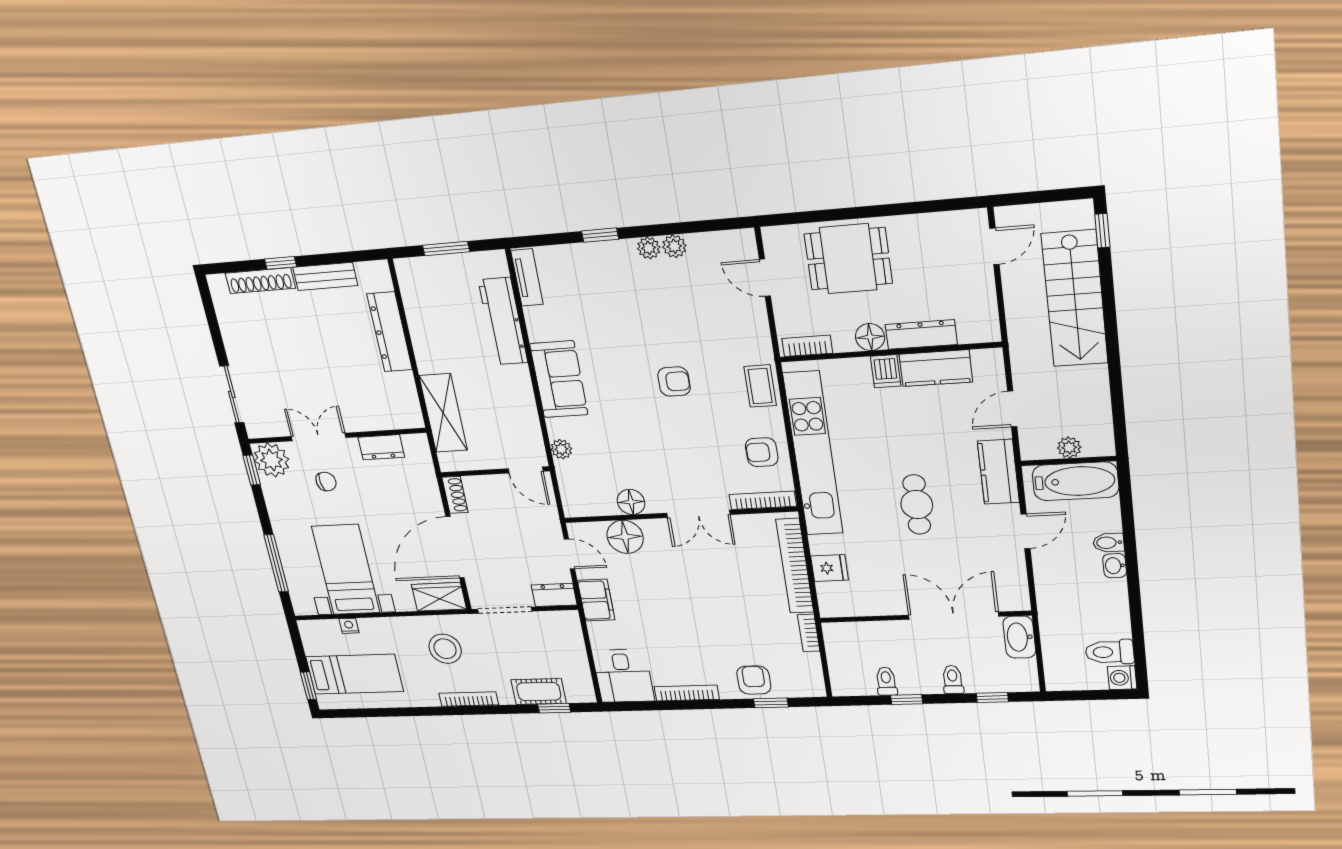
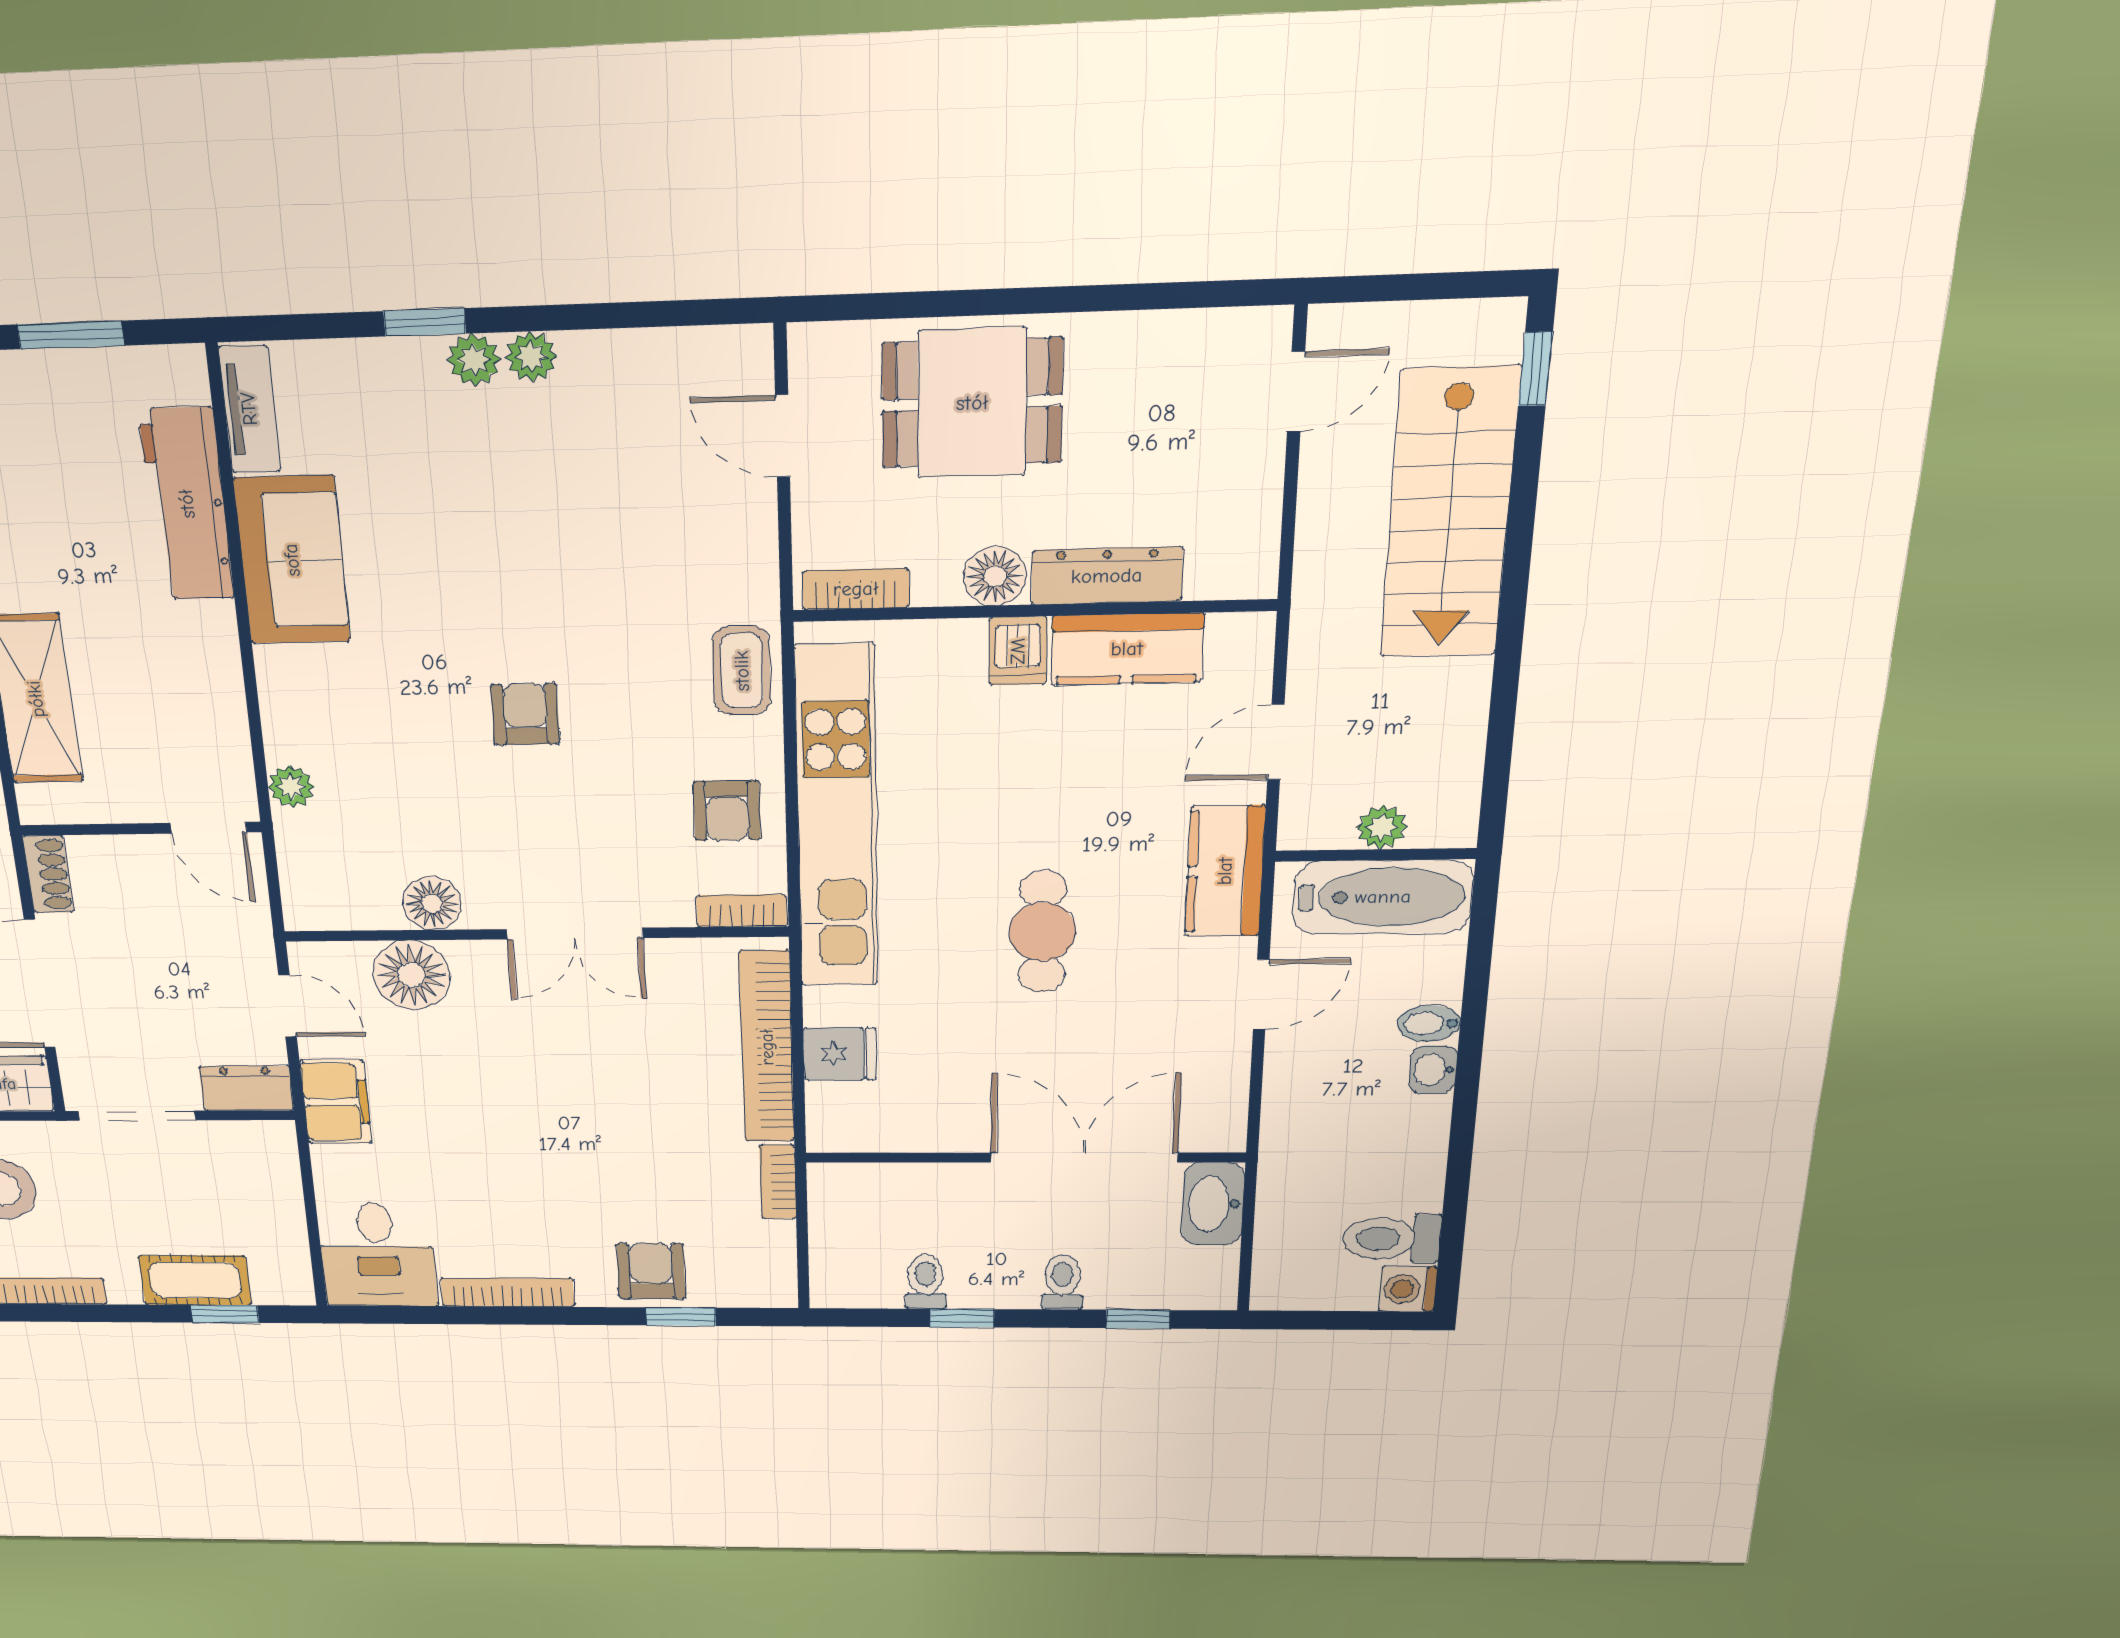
plant: (674, 246) -> (474, 360), moved
sofa: (559, 379) -> (292, 560), moved
armchair: (674, 382) -> (525, 714), moved, turned -90
armchair: (762, 452) -> (727, 811), turned -90
bookcase: (763, 500) -> (742, 911), width x0.64

